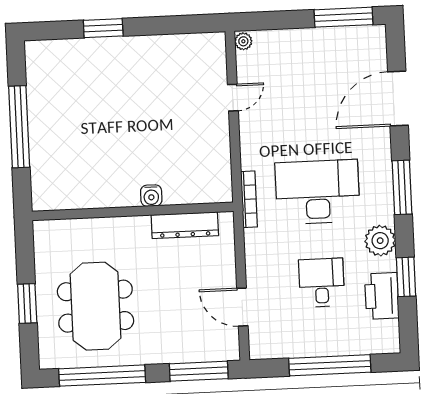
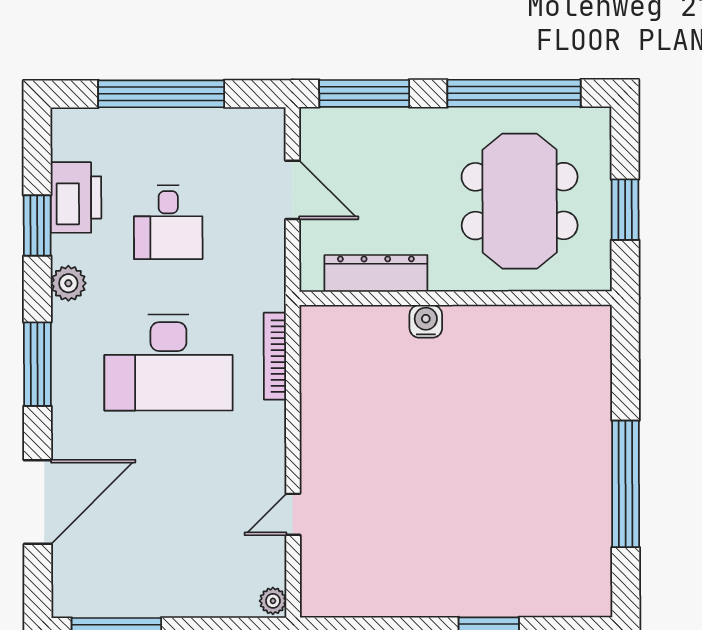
water cooler: (151, 196) -> (426, 321), moved
wall: (133, 211) -> (456, 298), moved
dresser: (185, 225) -> (376, 273), moved
plant: (380, 241) -> (68, 283), width x0.73, depth x0.73

